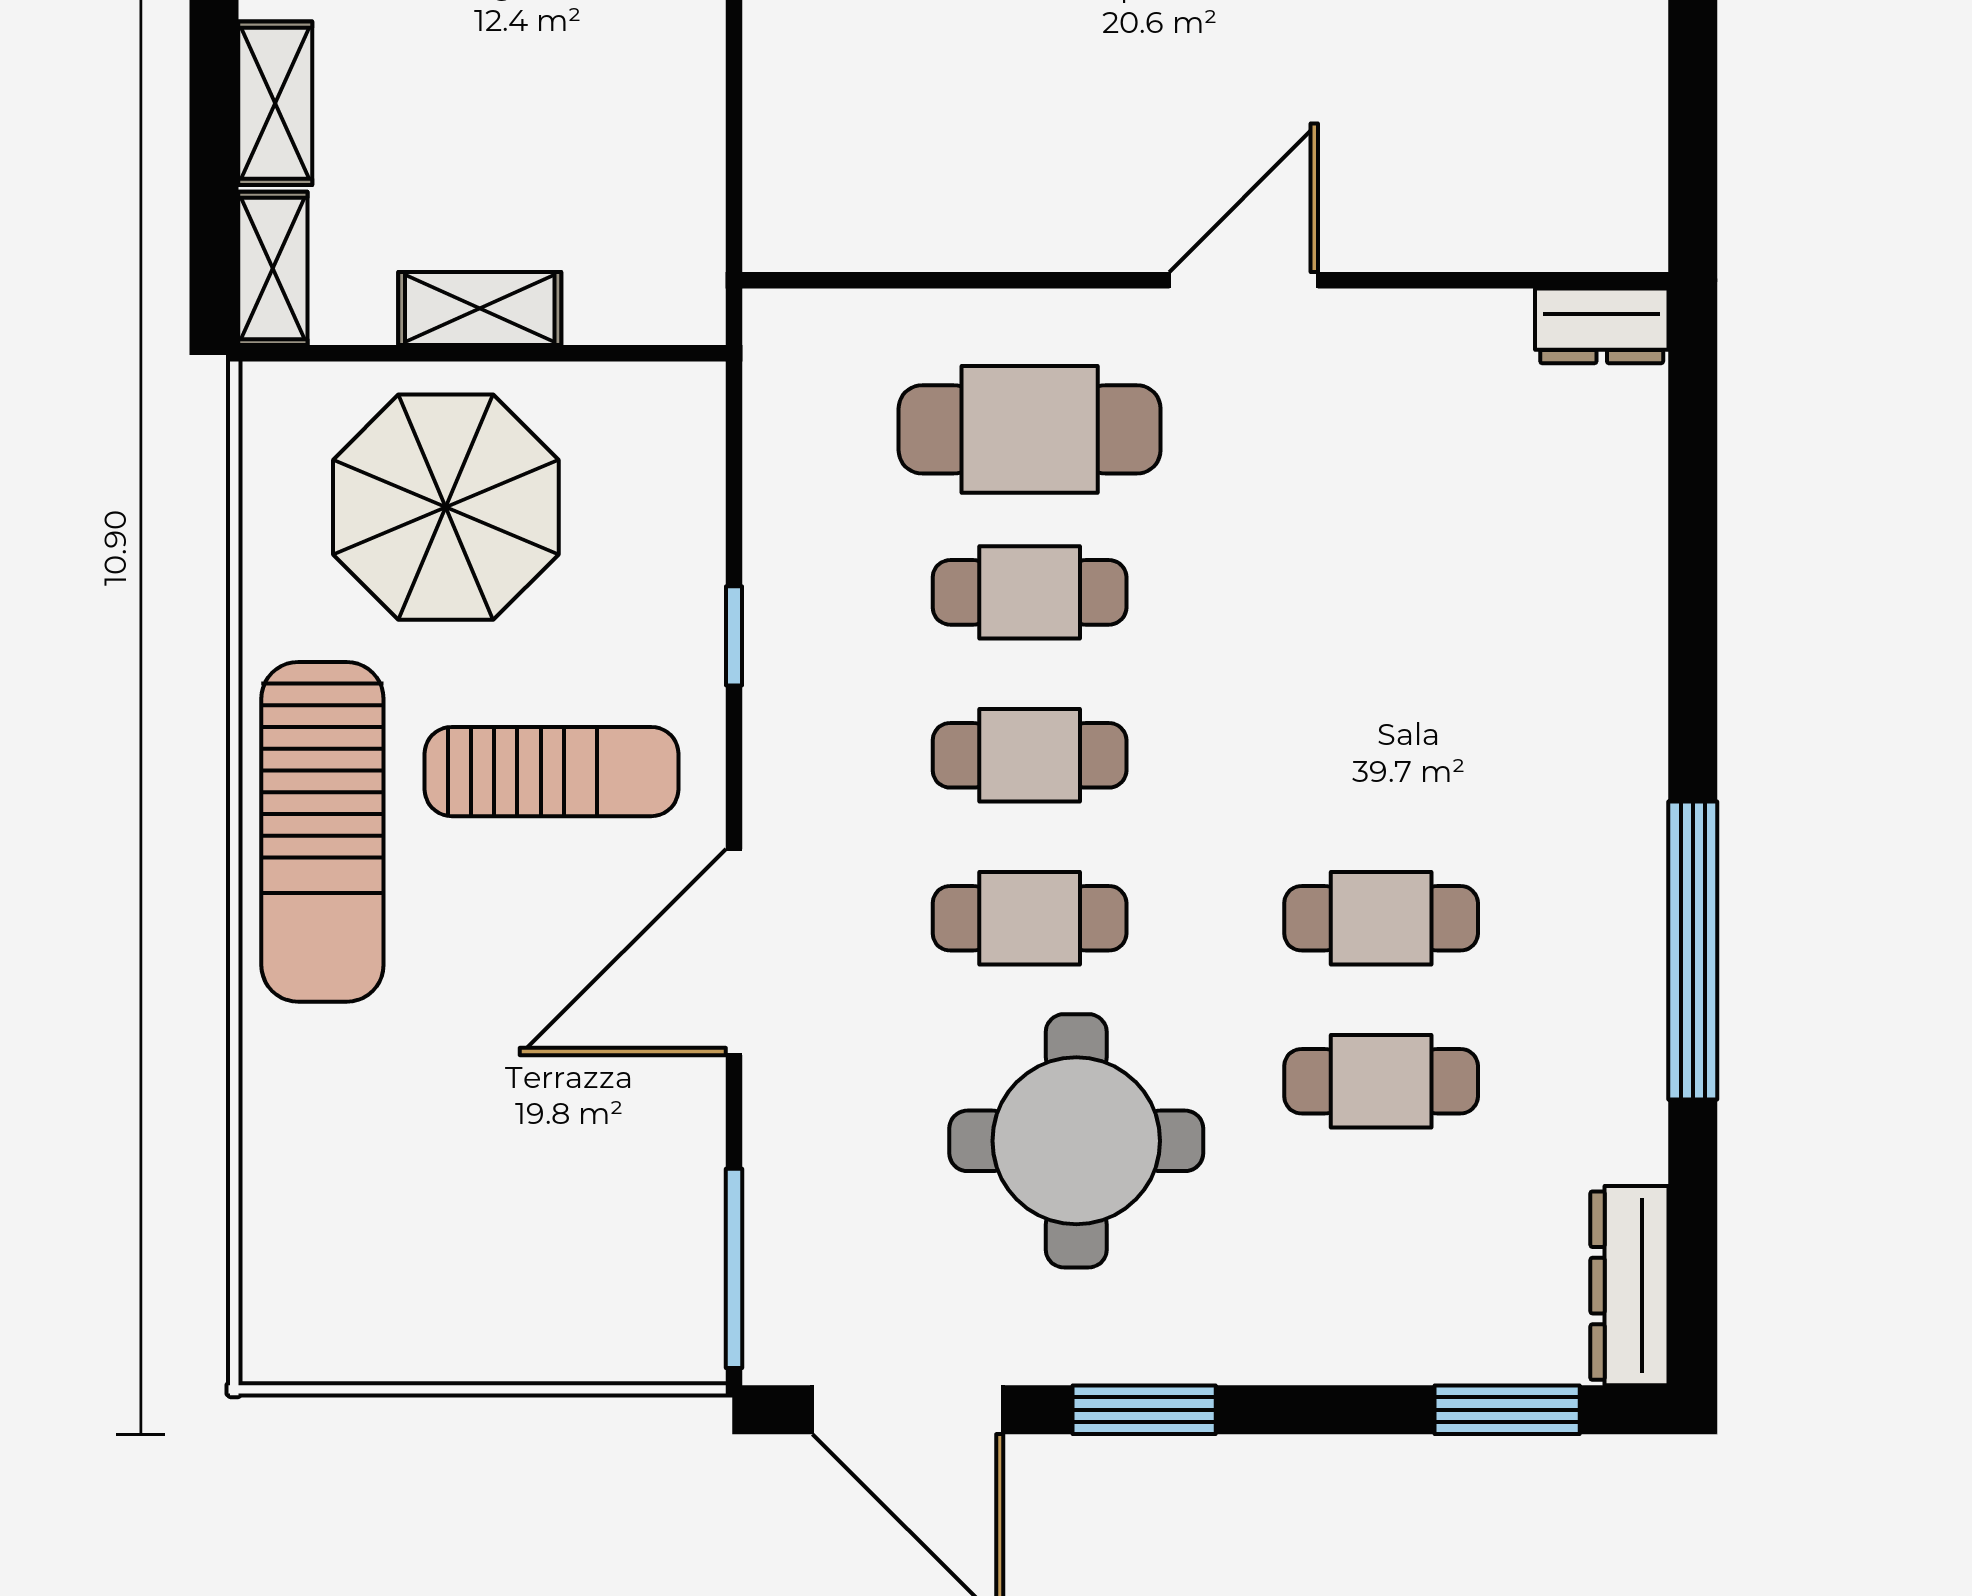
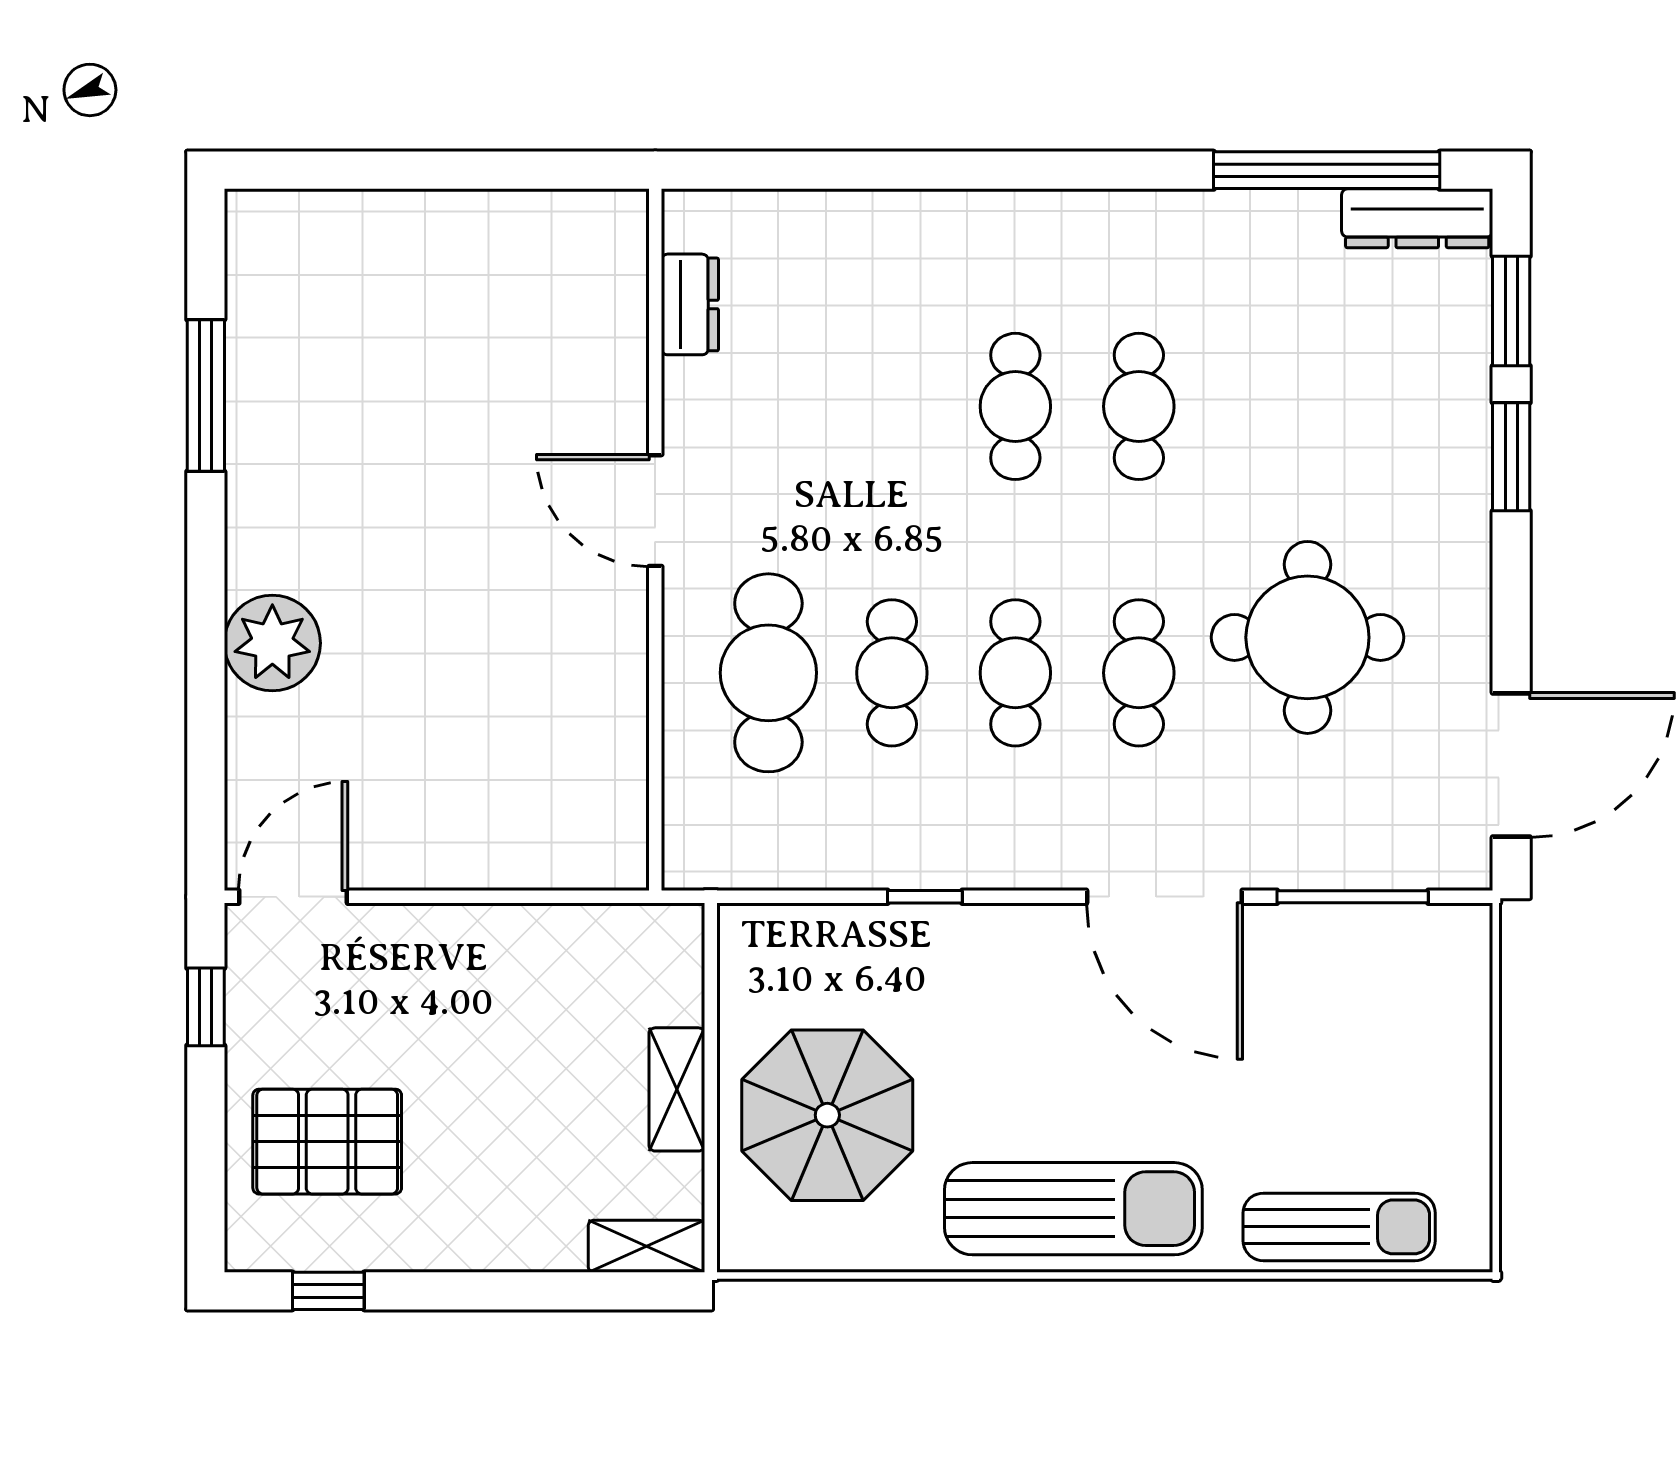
shelving: (275, 103) -> (521, 1244), removed
dresser: (1602, 326) -> (690, 304), moved
sun lounger: (551, 772) -> (1339, 1227), moved, turned 90
window: (1693, 950) -> (1327, 170), moved
cafe table: (1381, 1081) -> (1015, 406), moved
window: (734, 1268) -> (1353, 897), moved
window: (1144, 1410) -> (1511, 457), moved

